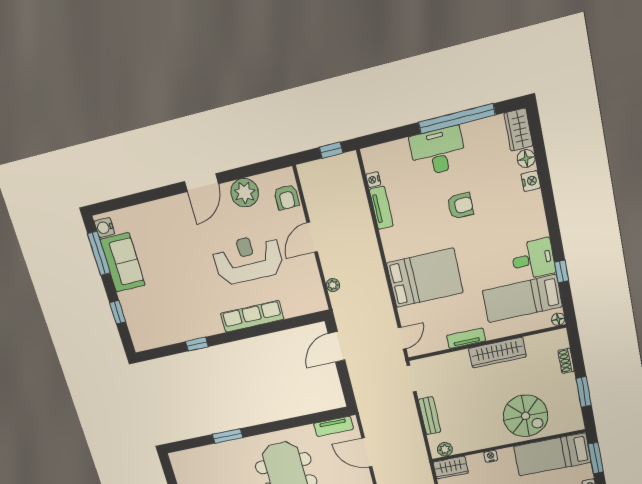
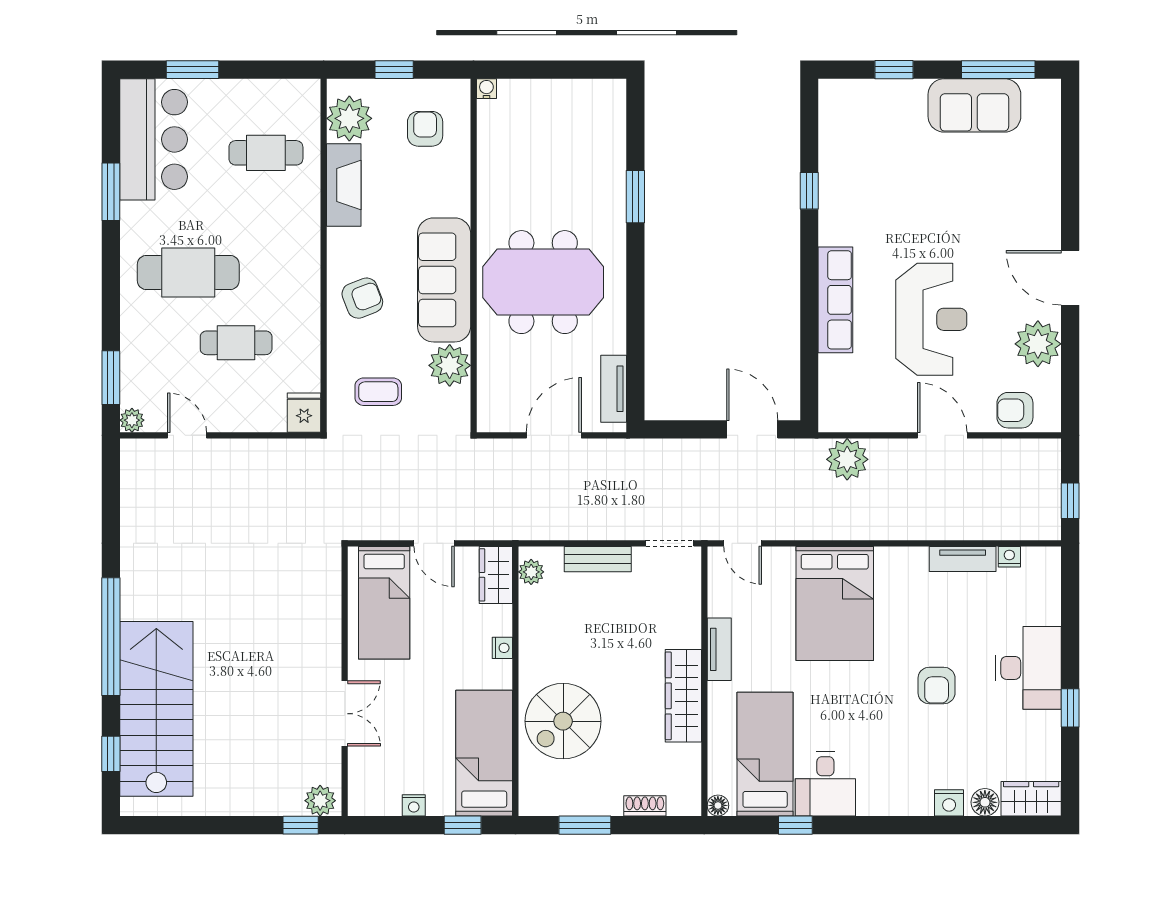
window: (457, 119) -> (1070, 708), width x0.32
water cooler: (104, 228) -> (1038, 93), removed
plant: (333, 285) -> (847, 459), width x1.87, depth x1.87
window: (596, 458) -> (463, 825), width x0.67

